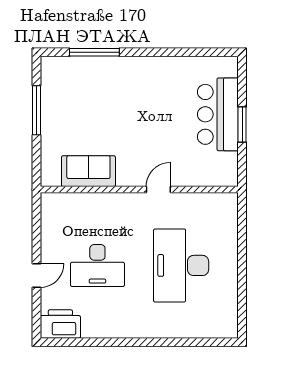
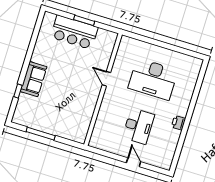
window: (94, 52) -> (18, 91), width x0.46
sofa: (88, 171) -> (34, 79), moved, turned 180
printer: (60, 324) -> (178, 123), moved, width x0.53, depth x0.68

